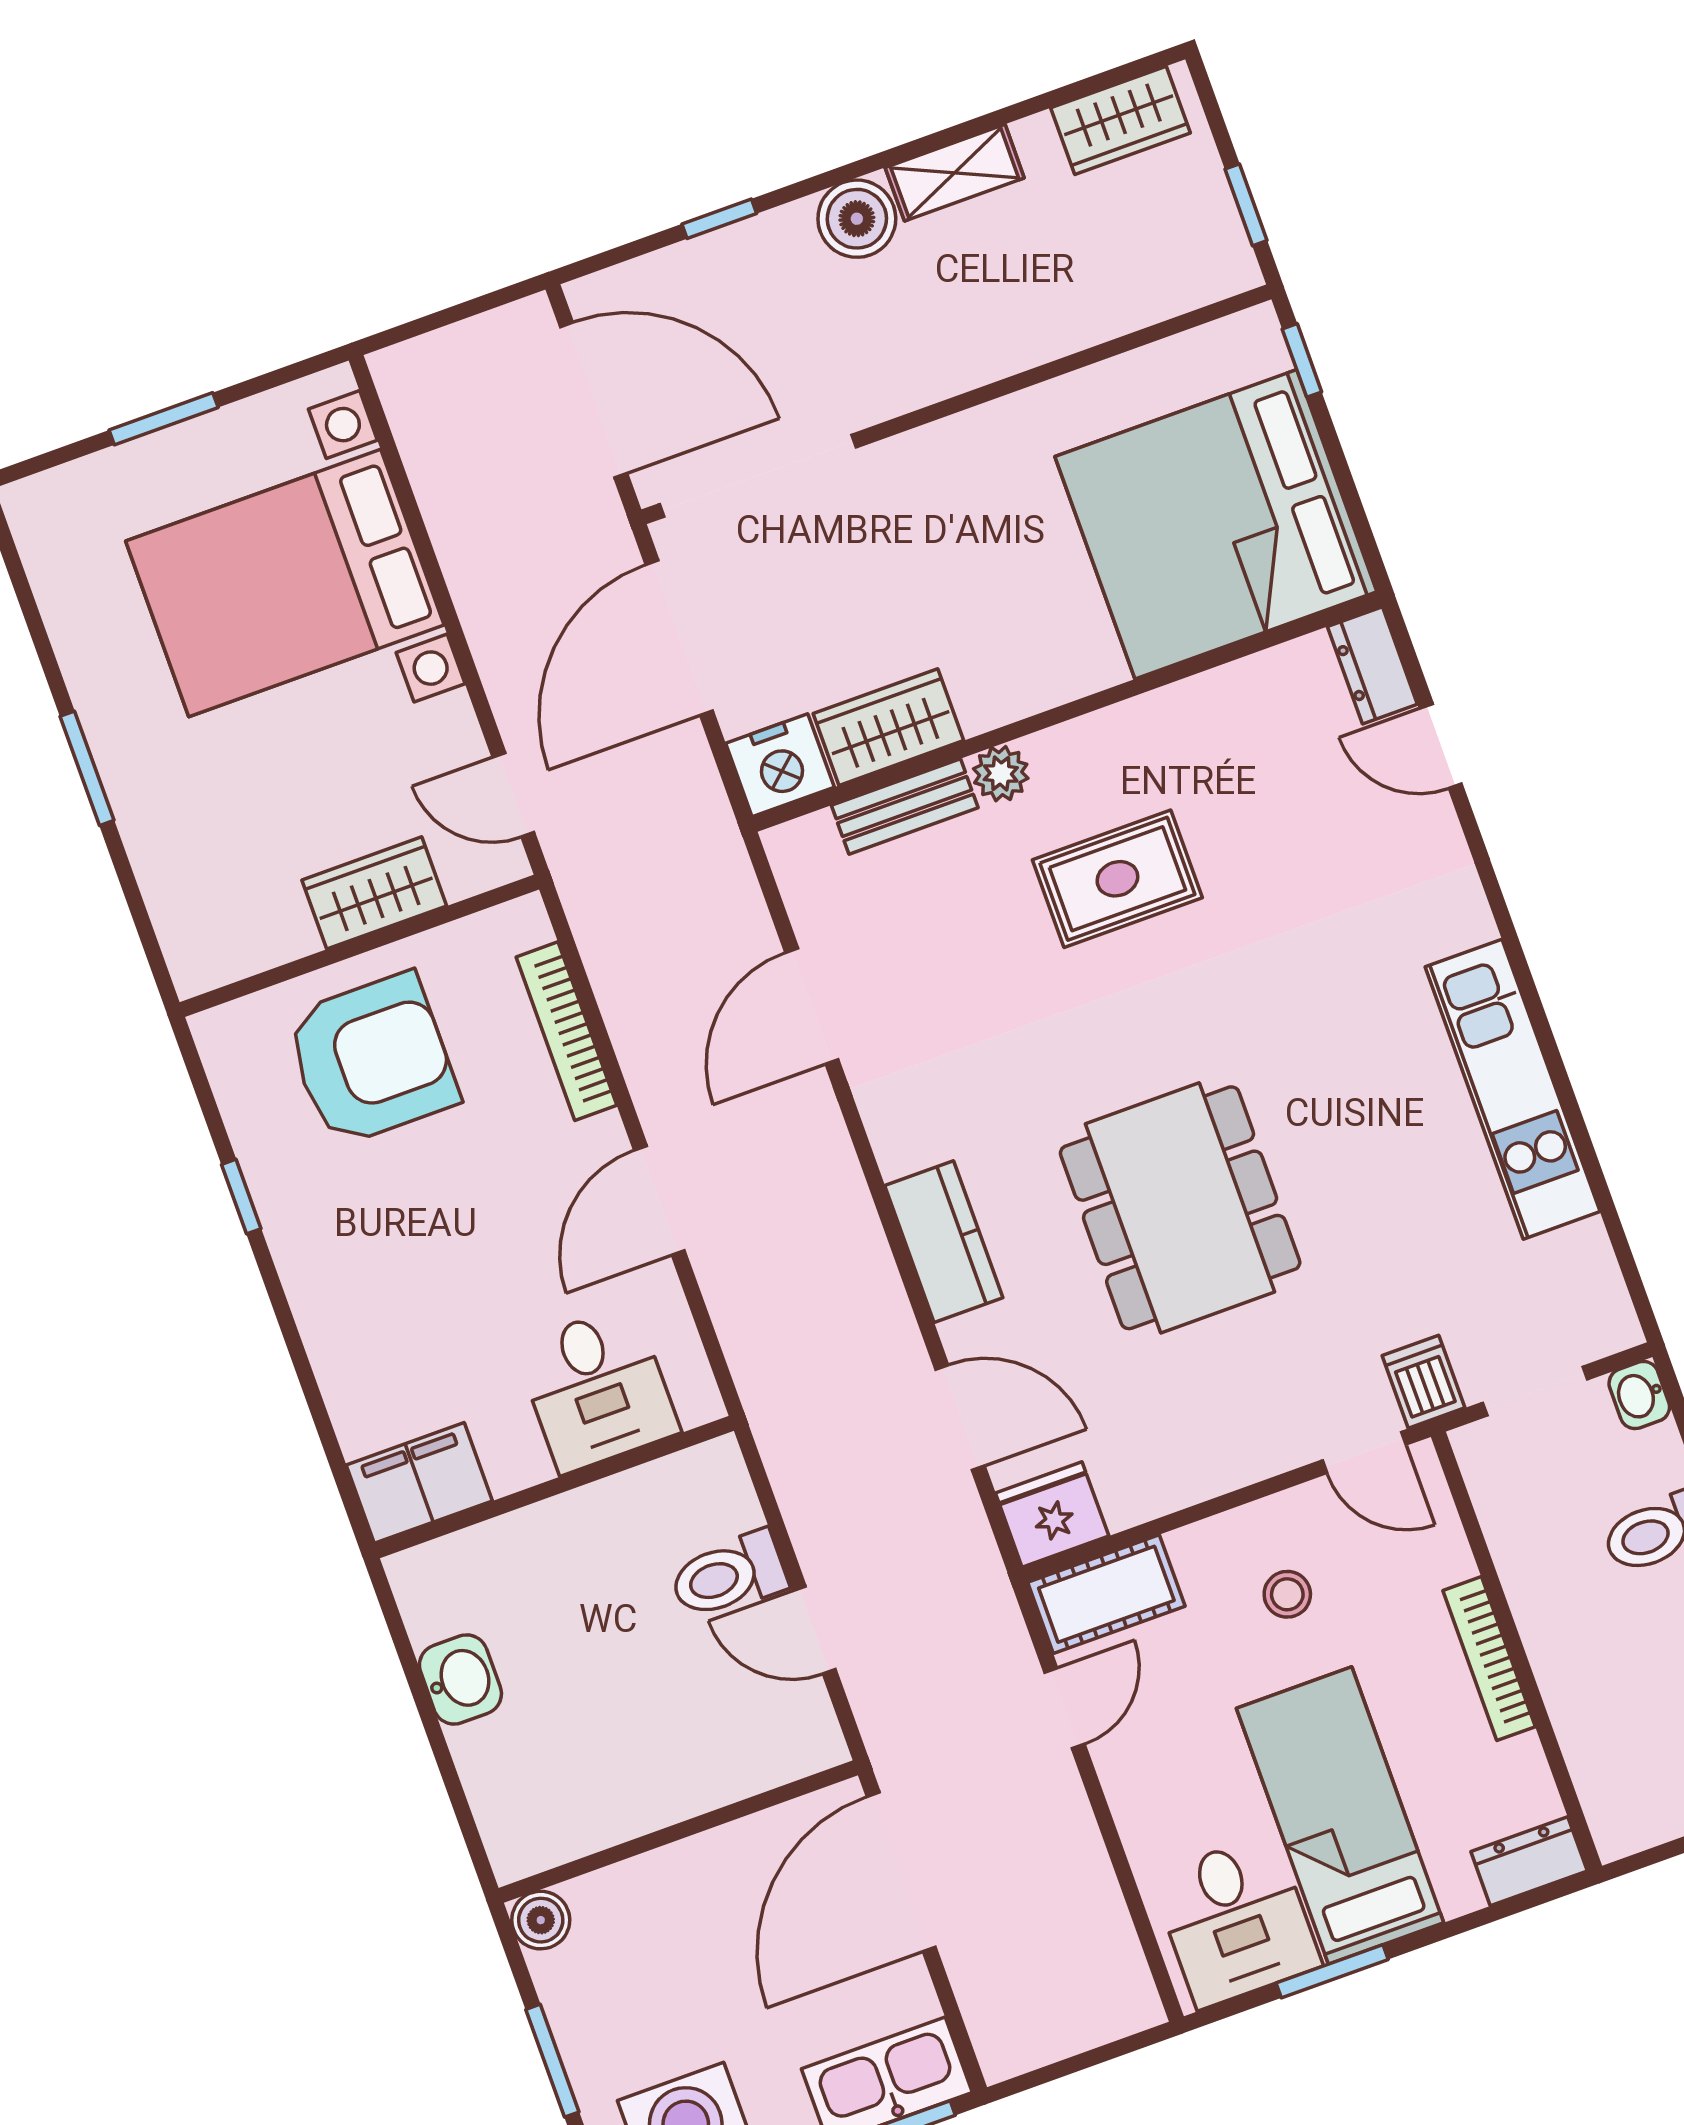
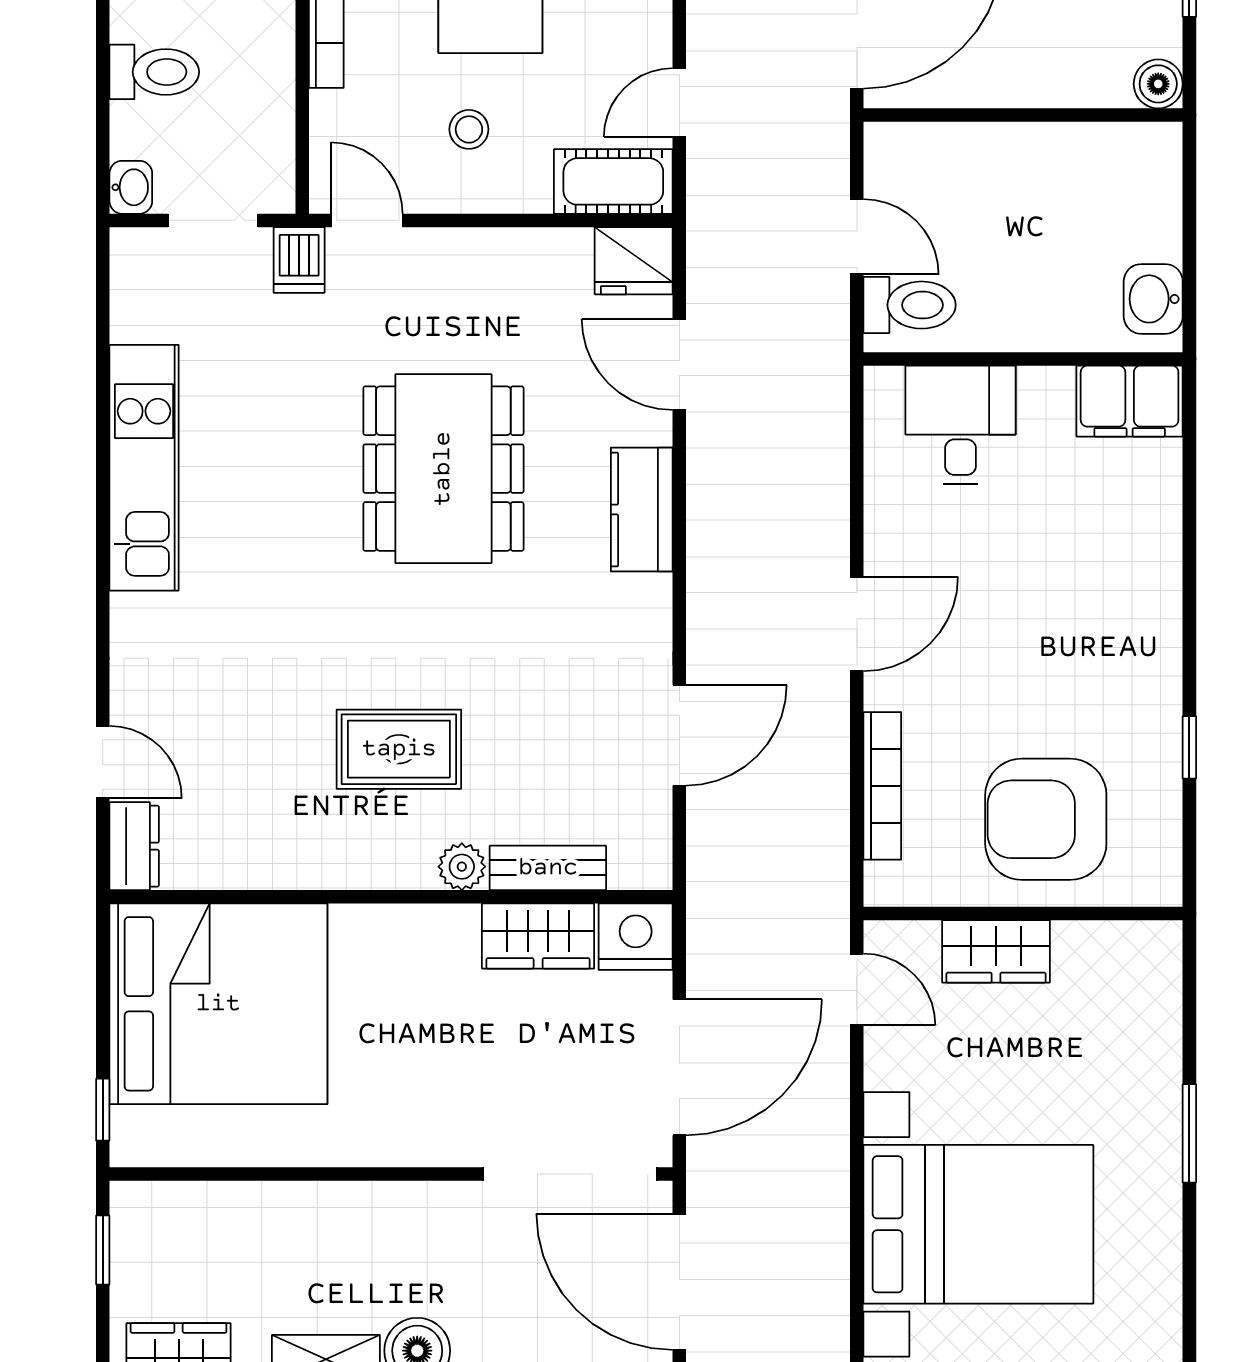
desk: (597, 1389) -> (961, 425), moved
filing cabinet: (419, 1483) -> (1130, 401), moved
wall: (554, 1487) -> (1023, 359), moved

